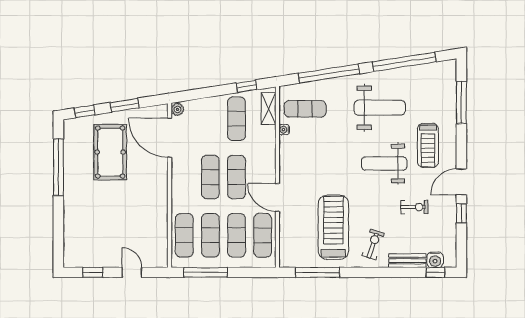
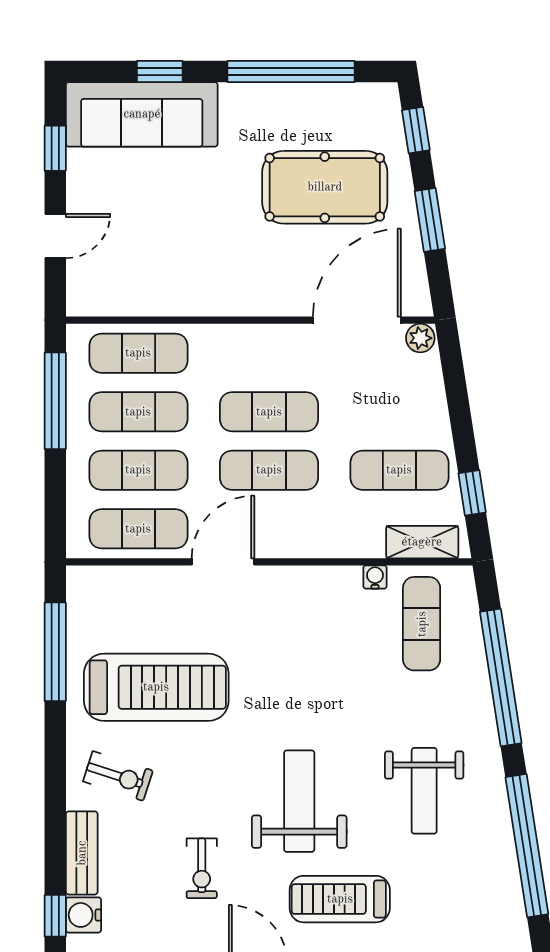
weight bench: (380, 108) -> (424, 791), width x0.73, depth x0.75
window: (58, 226) -> (160, 71), added
sofa: (78, 234) -> (142, 114), added

